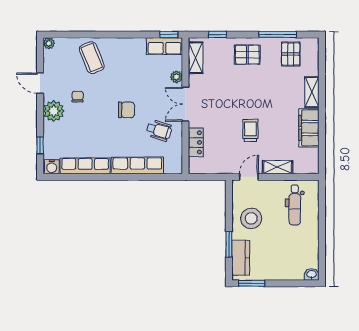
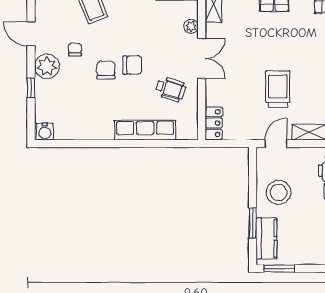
double door: (185, 104) -> (202, 58), swing flipped
chair: (104, 114) -> (106, 70), added
trolley: (250, 130) -> (278, 89), width x1.36, depth x1.39
locker: (196, 142) -> (214, 123), moved
window: (40, 145) -> (31, 88), moved
row of seats: (85, 166) -> (84, 131), removed

